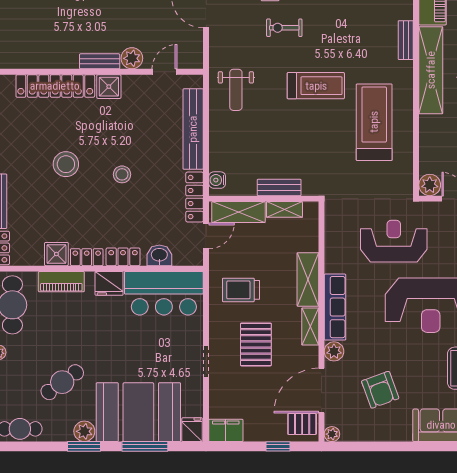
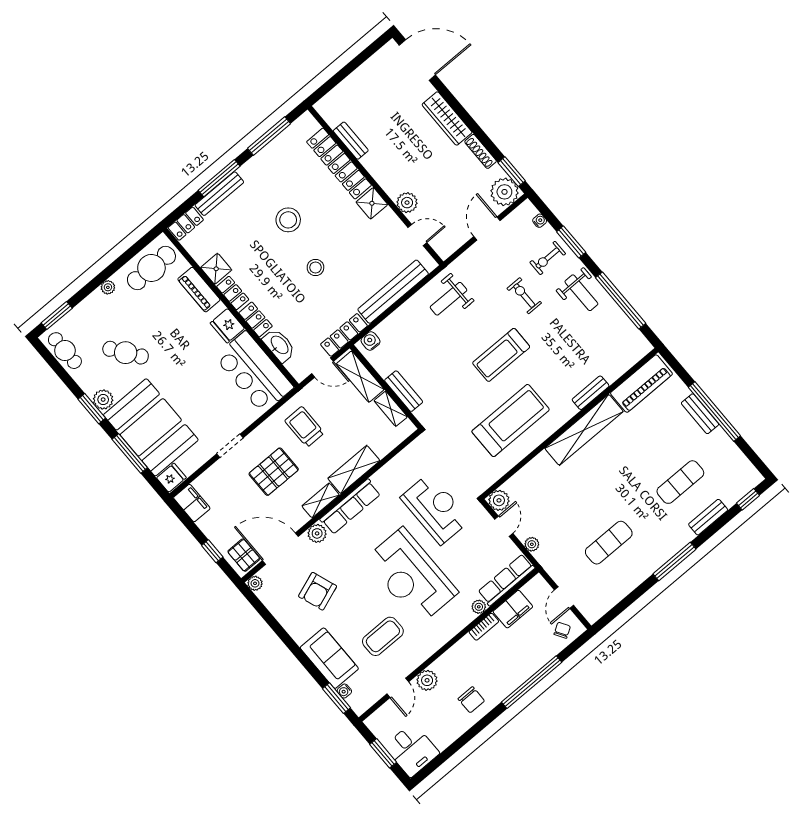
bench: (100, 61) -> (351, 141), moved
treadmill: (316, 86) -> (501, 355), turned 90
washbasin: (159, 255) -> (279, 345), width x1.38

